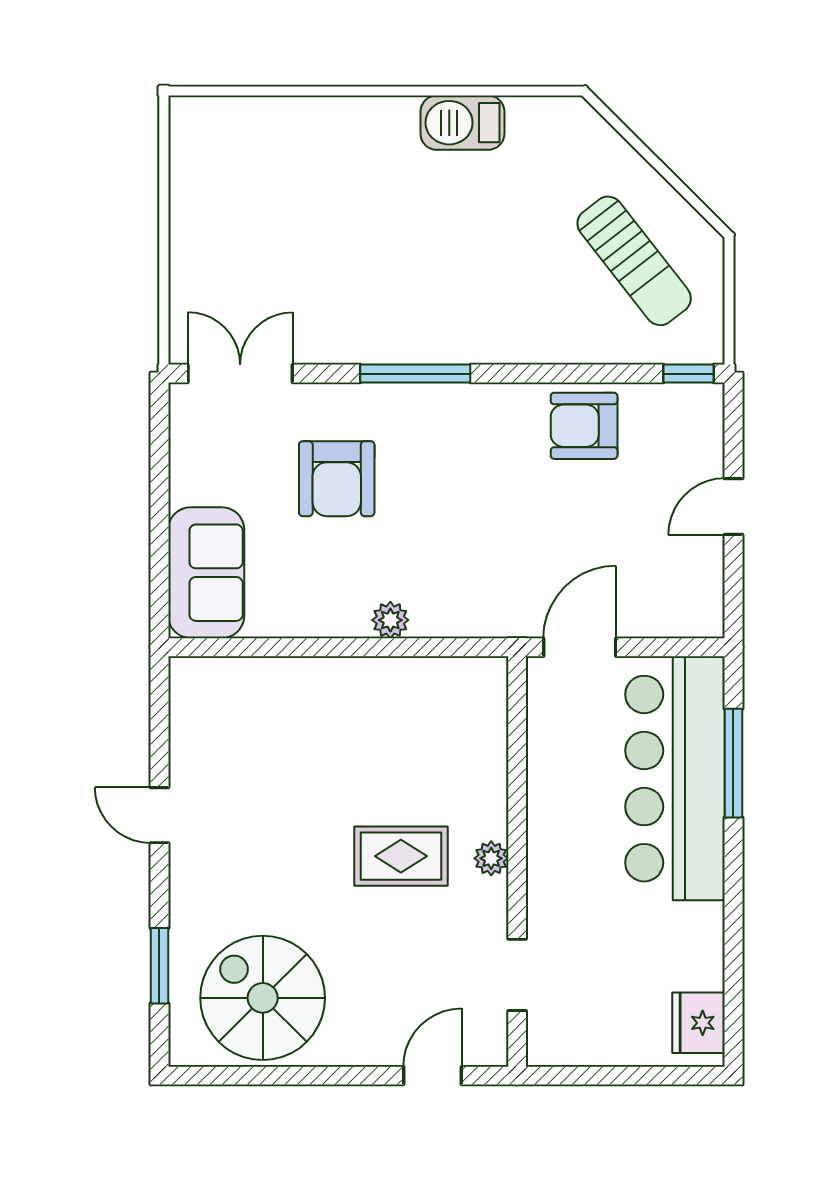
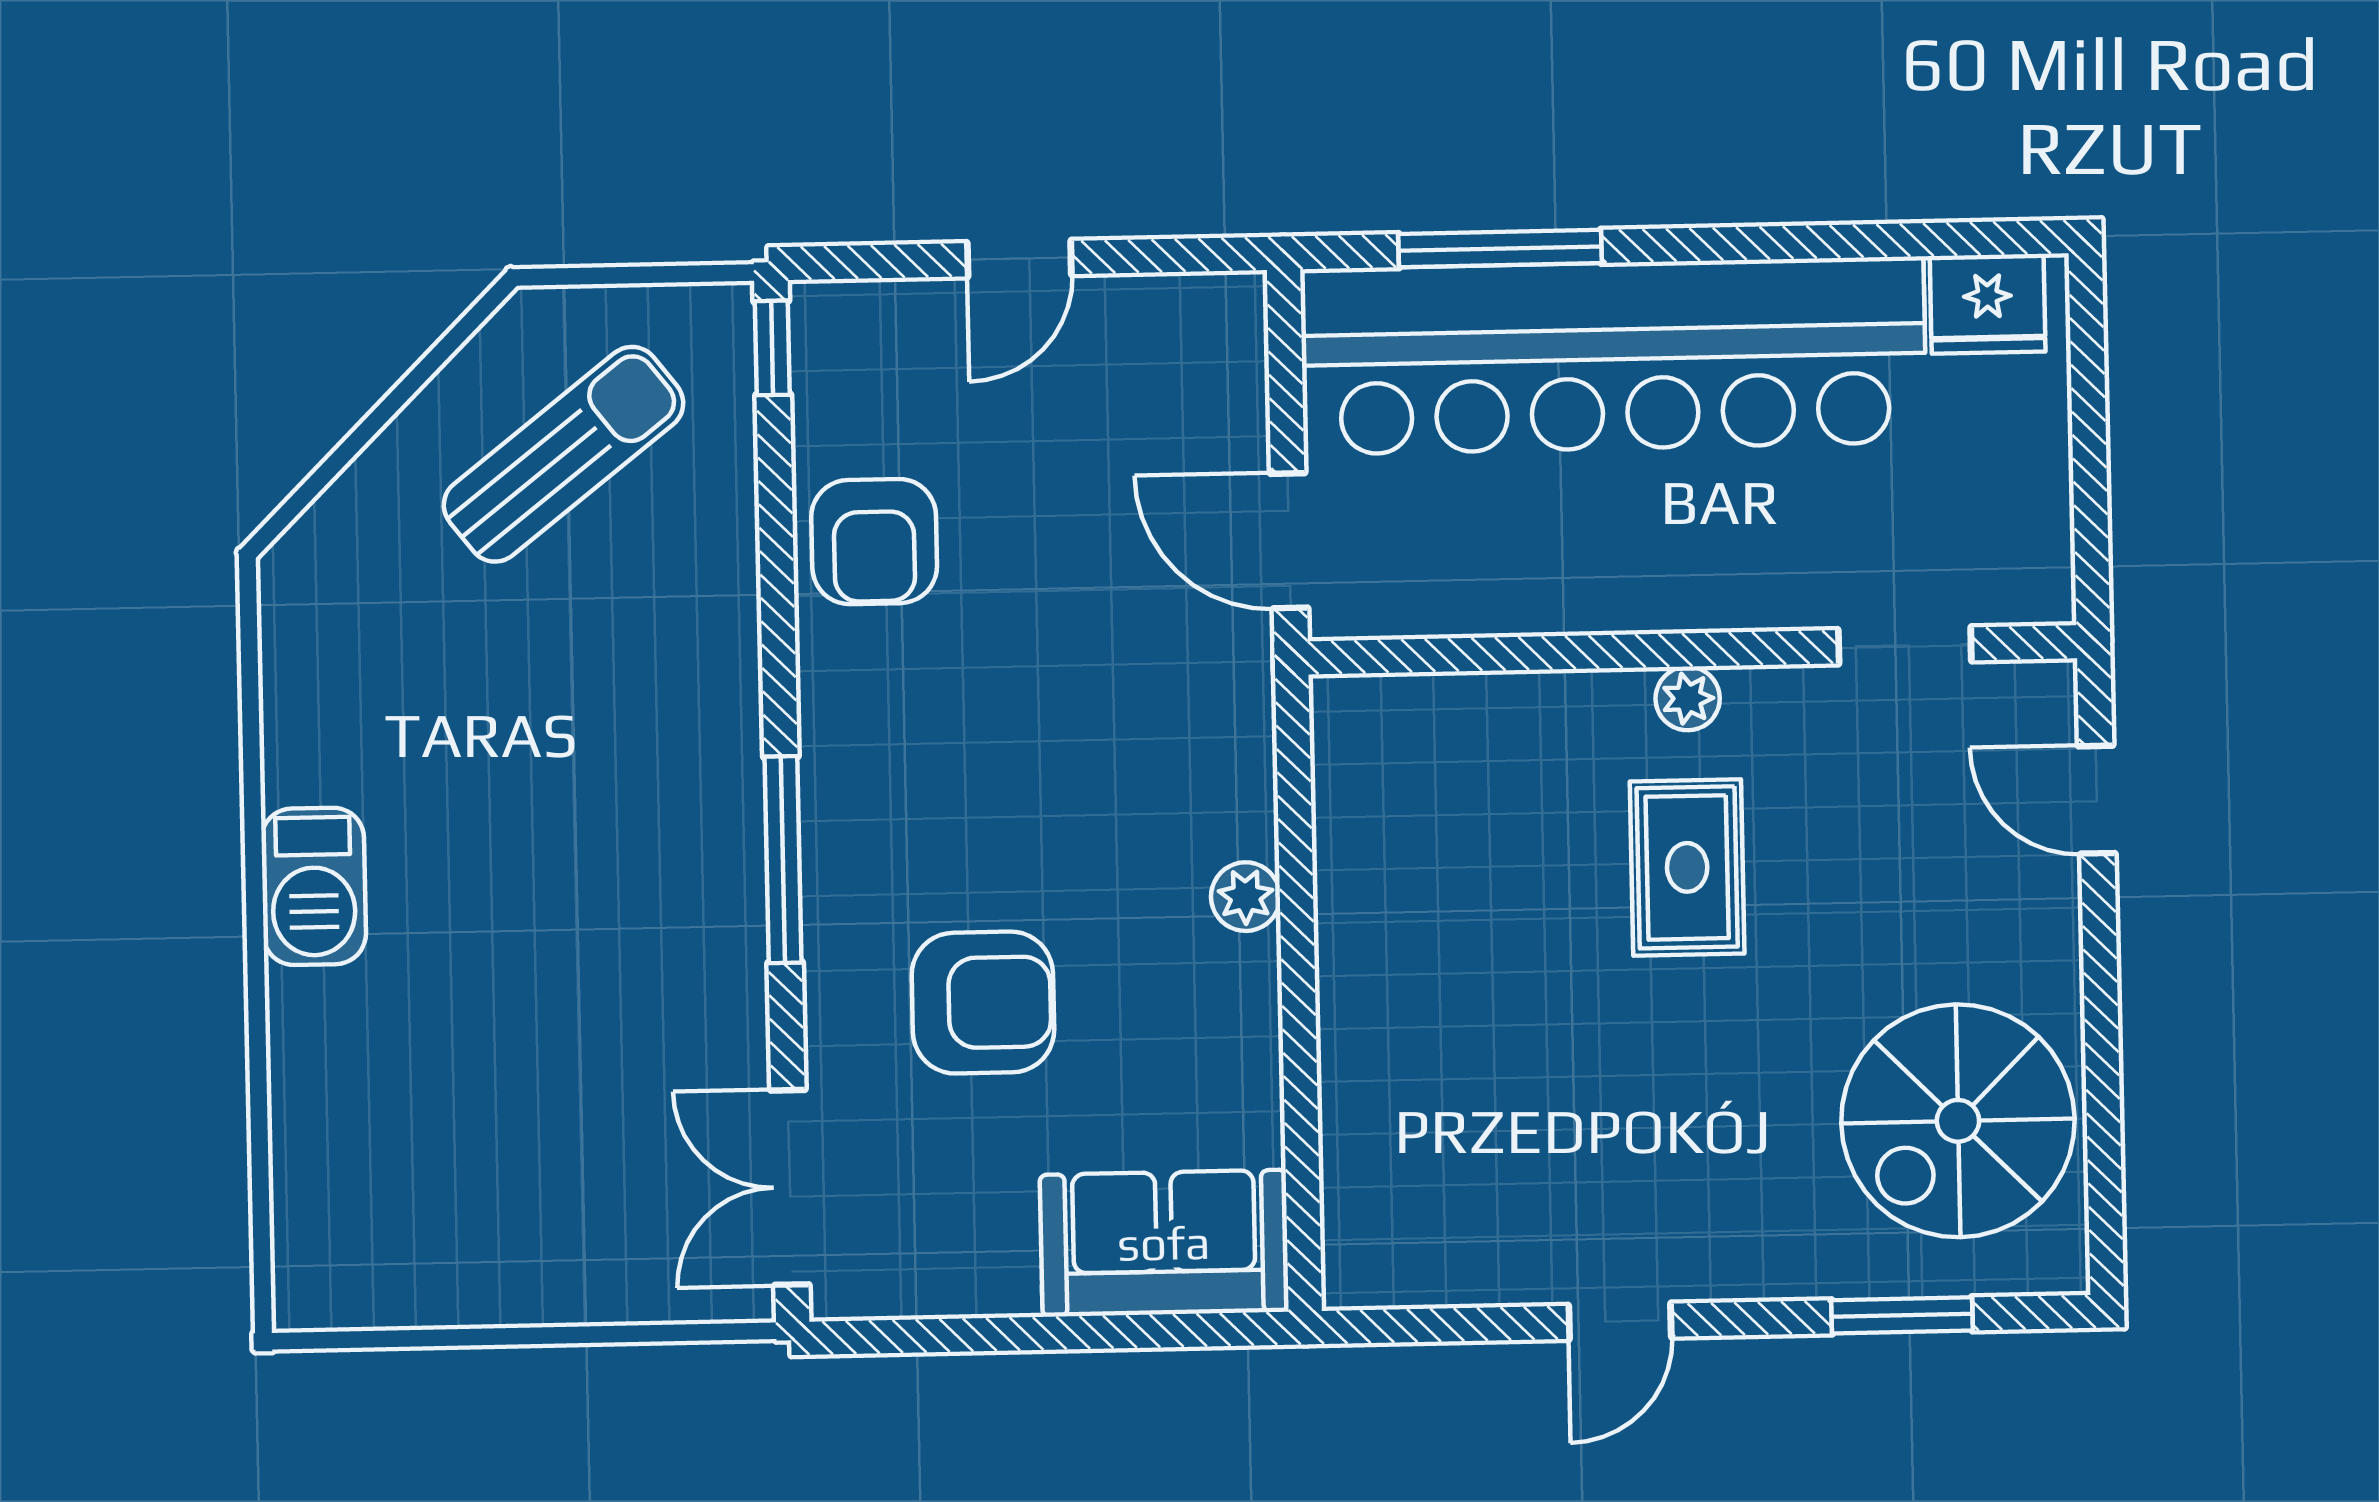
barbecue: (462, 123) -> (314, 886), moved
door: (733, 506) -> (1019, 259), hinge flipped
bar counter: (675, 779) -> (1614, 356), width x1.36

